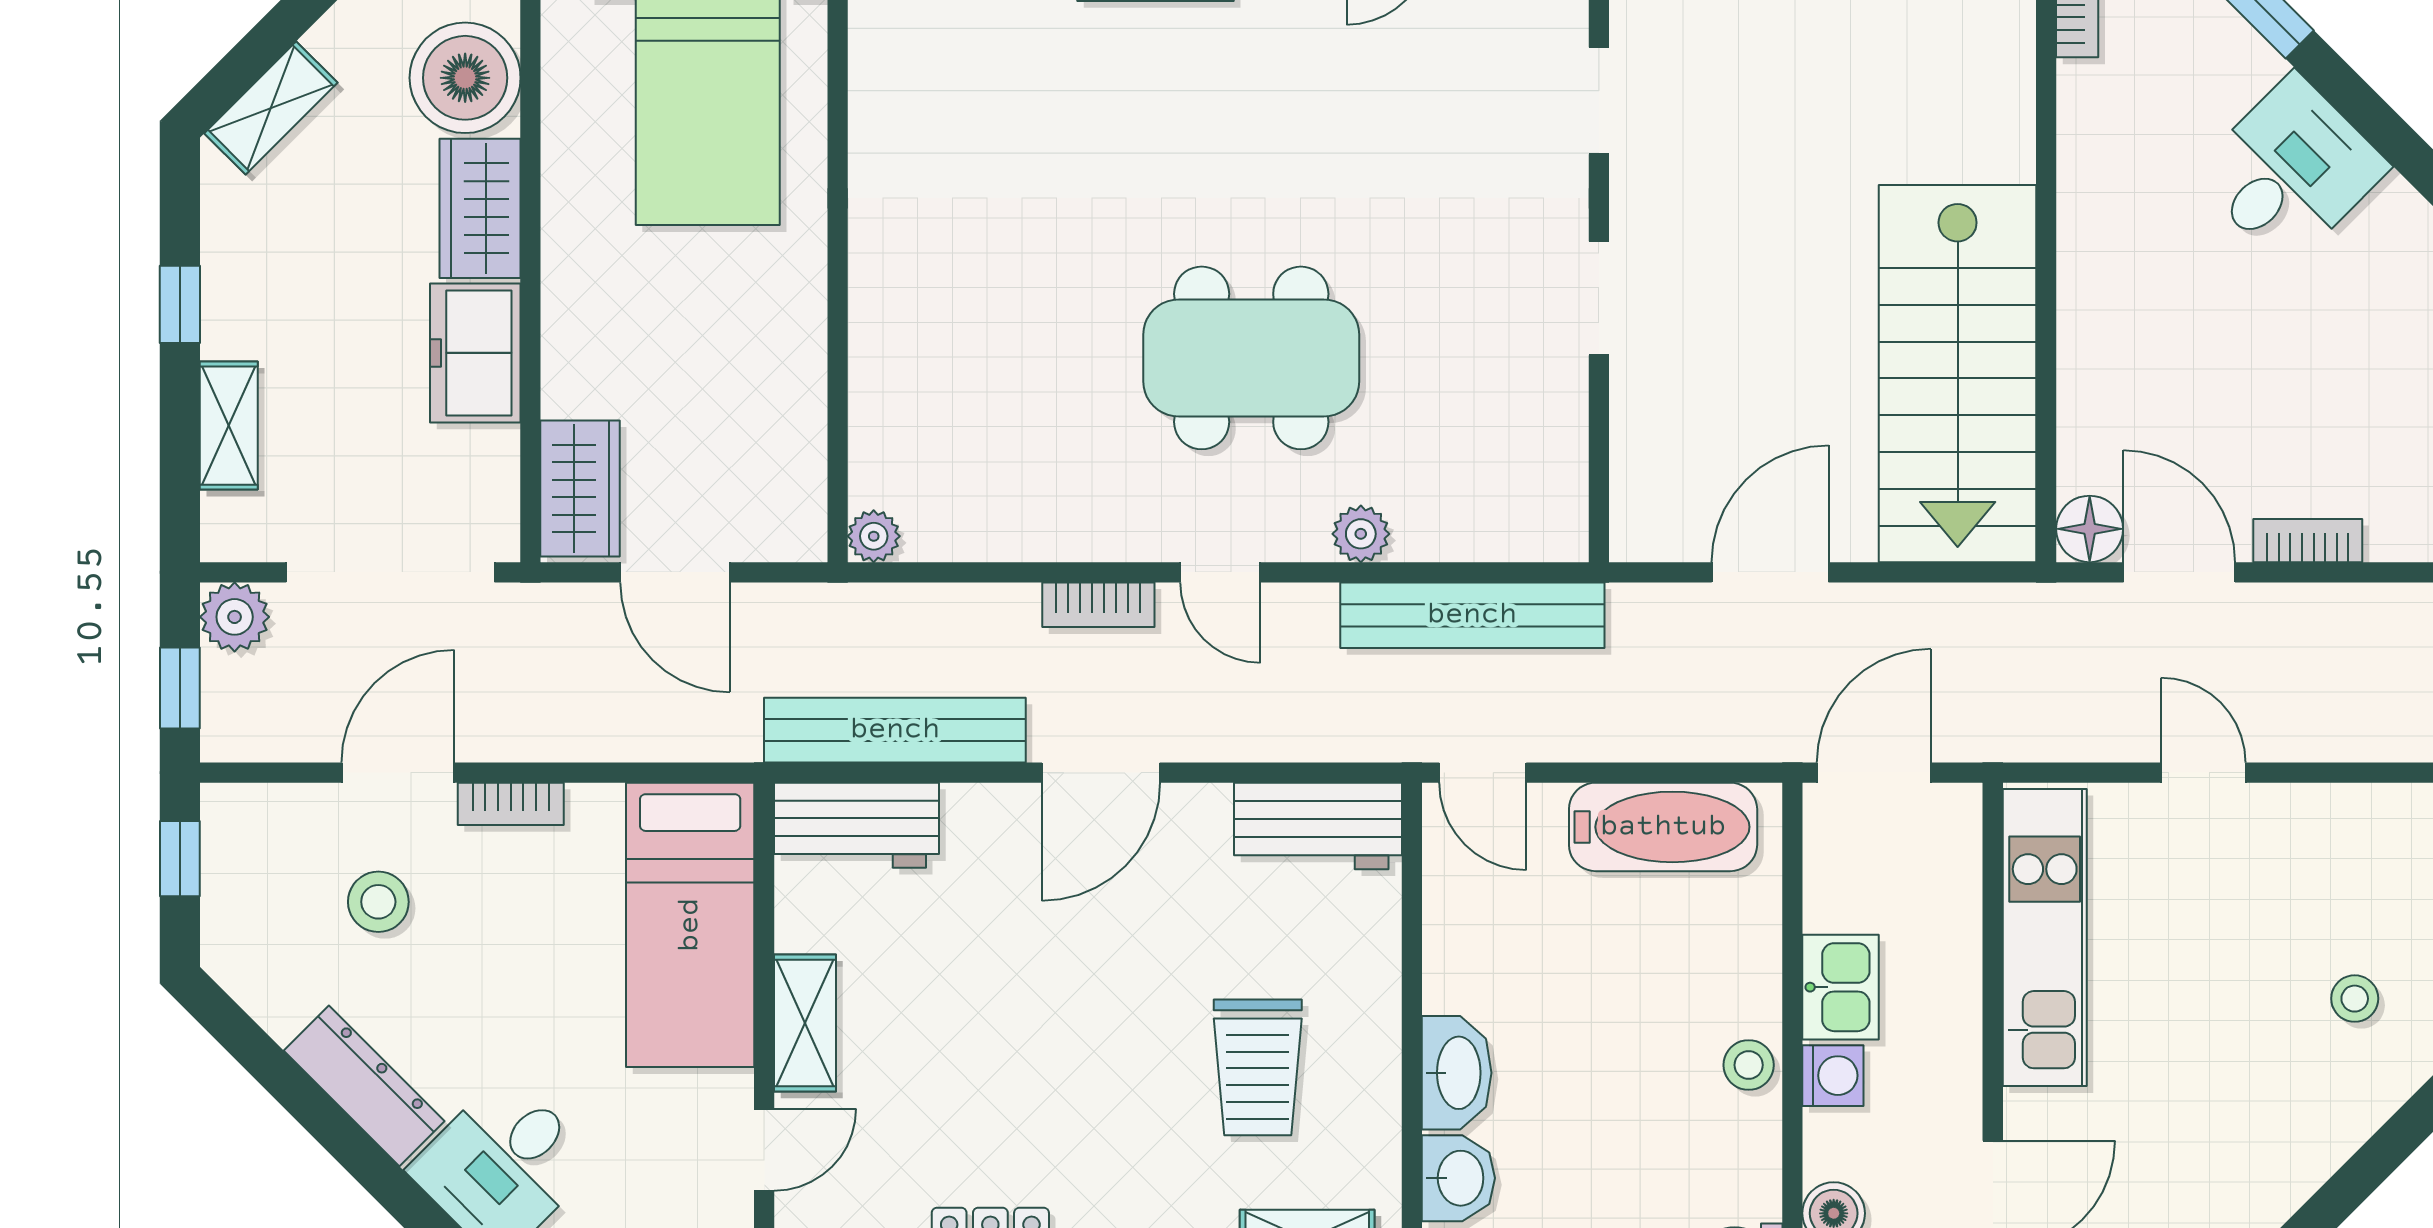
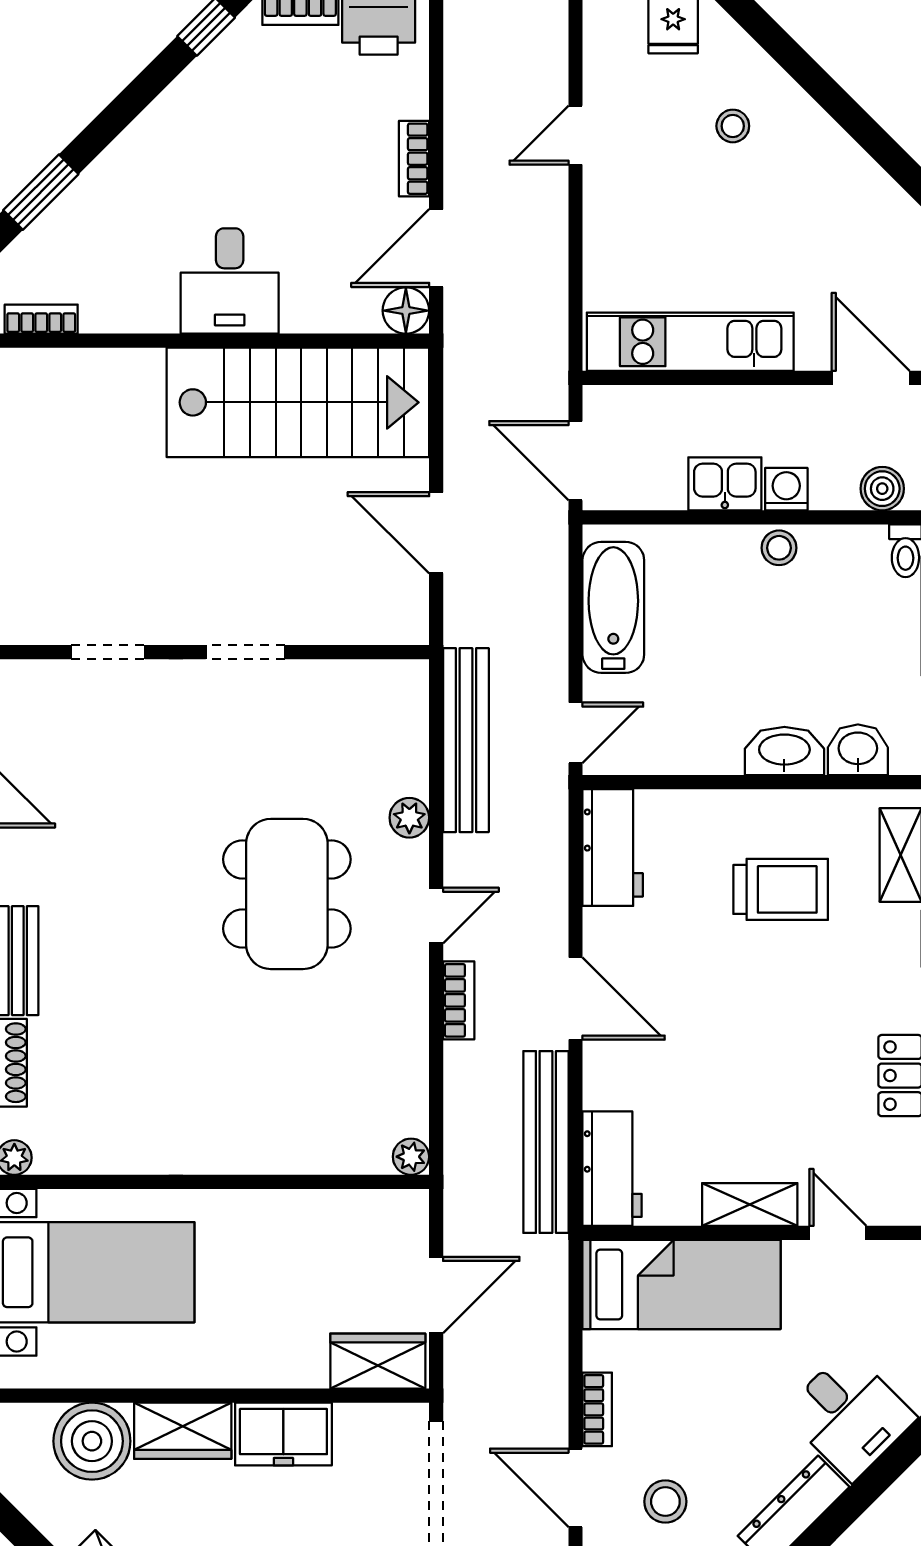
desk: (2290, 171) -> (230, 281), moved, turned -135
door: (2203, 773) -> (576, 135), moved

